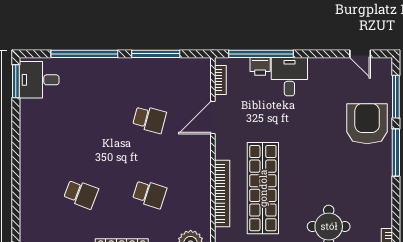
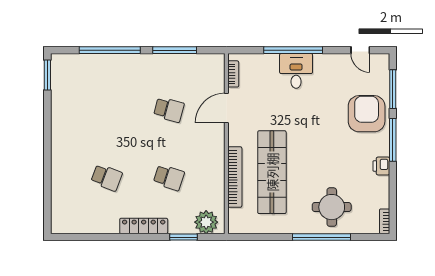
window: (261, 54) -> (293, 50), moved
printer: (260, 66) -> (381, 166), moved, turned 90
desk: (39, 80) -> (69, 74), removed

